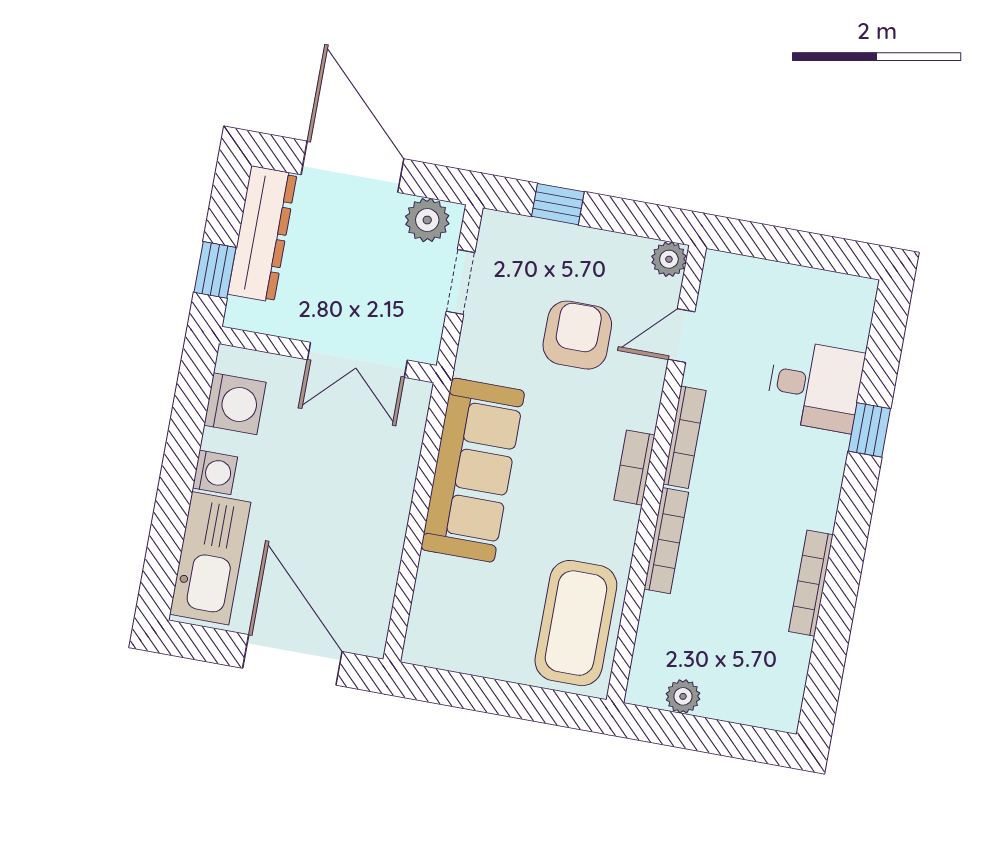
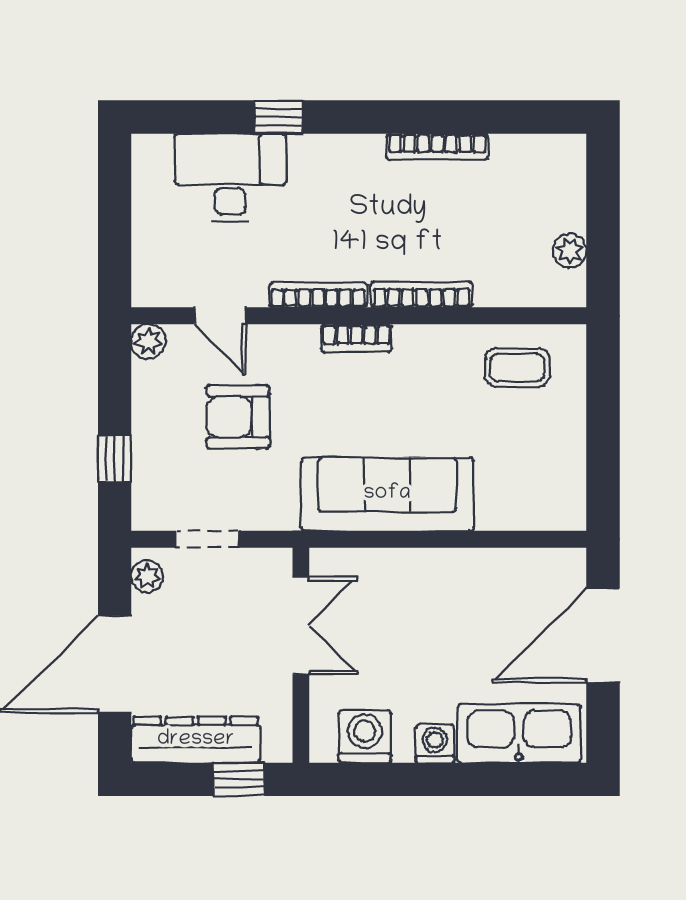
plant: (427, 220) -> (147, 576), width x0.73, depth x0.73
desk: (815, 386) -> (230, 177), width x1.37
coffee table: (576, 623) -> (517, 367), width x0.54, depth x0.58

